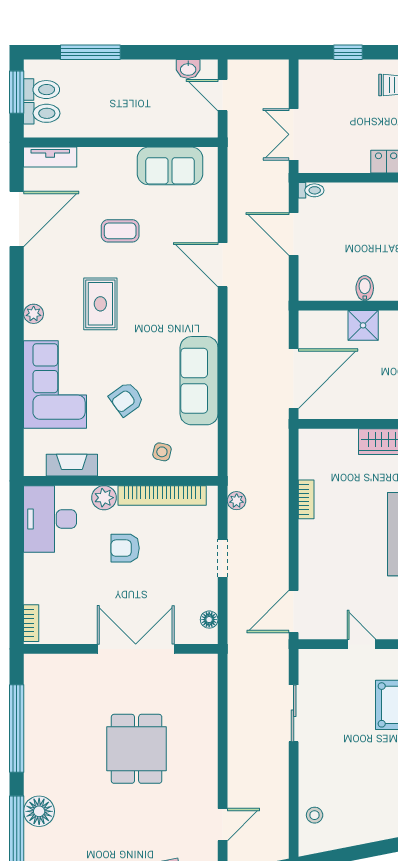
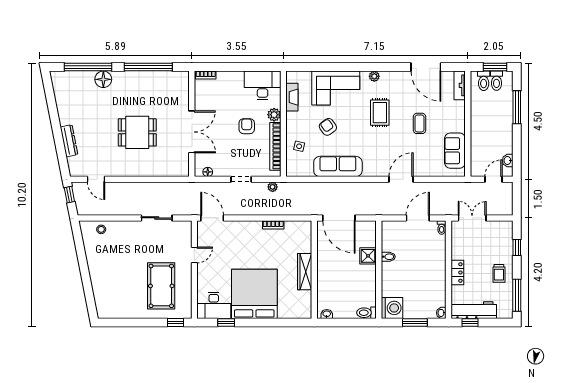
rug: (100, 304) -> (380, 113), turned 90

